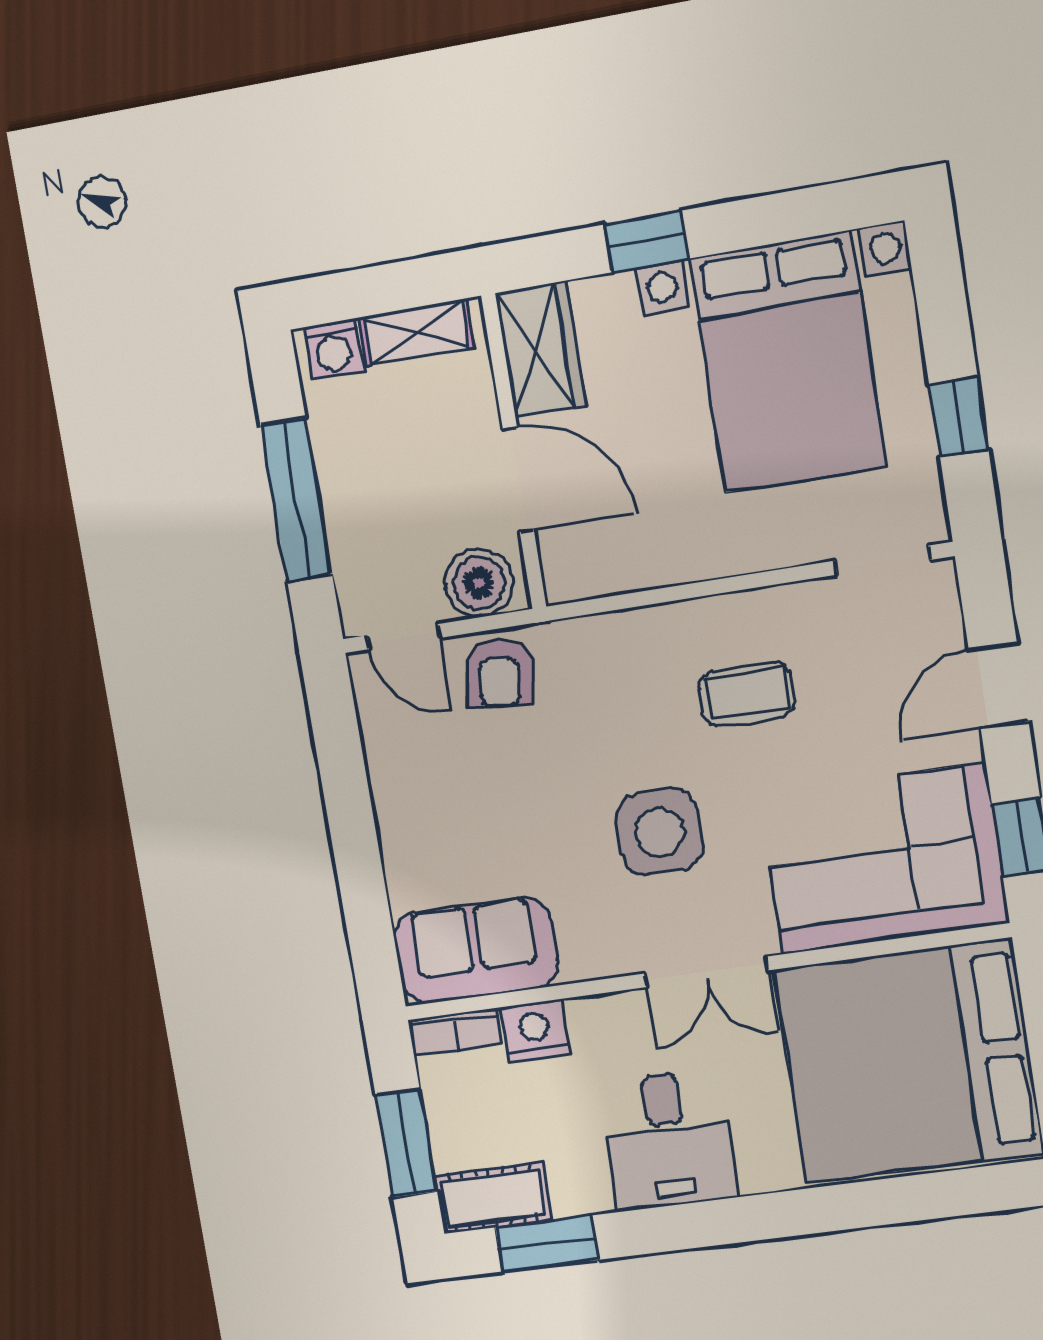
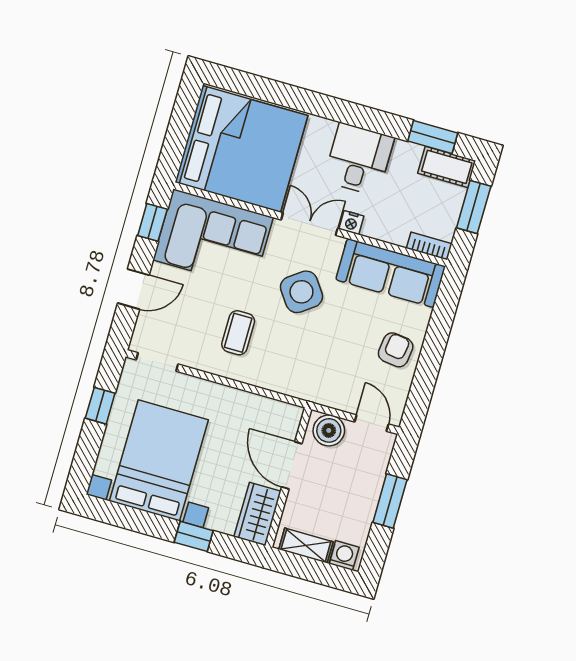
window: (296, 500) -> (390, 501), width x0.69
armchair: (500, 673) -> (396, 350), moved
coffee table: (747, 694) -> (238, 333), turned 90
side table: (659, 832) -> (301, 292), turned -36
sofa: (476, 950) -> (391, 273), width x1.36
nightstand: (535, 1031) -> (351, 222), moved, width x0.72, depth x0.74

